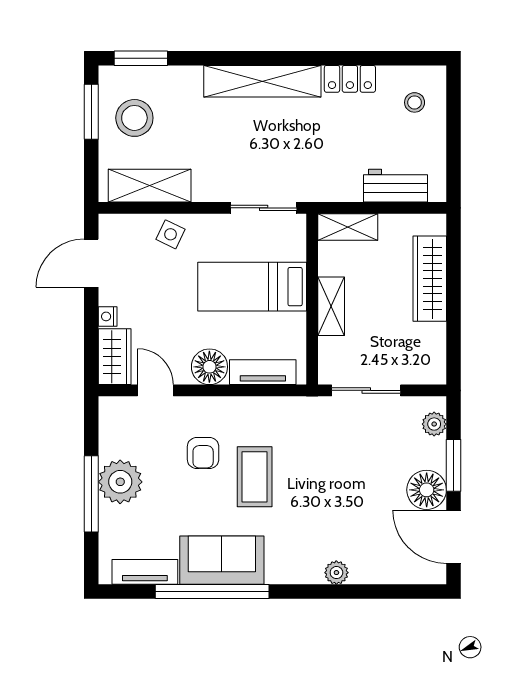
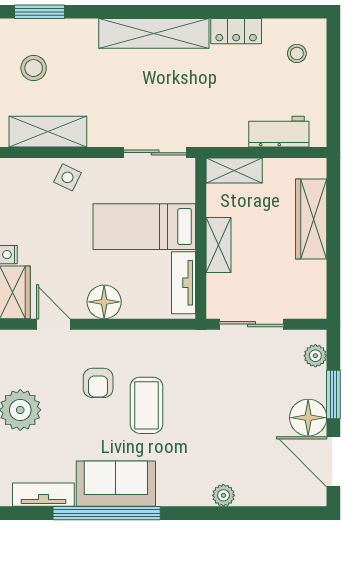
stool: (134, 118) -> (34, 68), width x0.73, depth x0.73
tv unit: (263, 372) -> (183, 283), moved, turned -90

